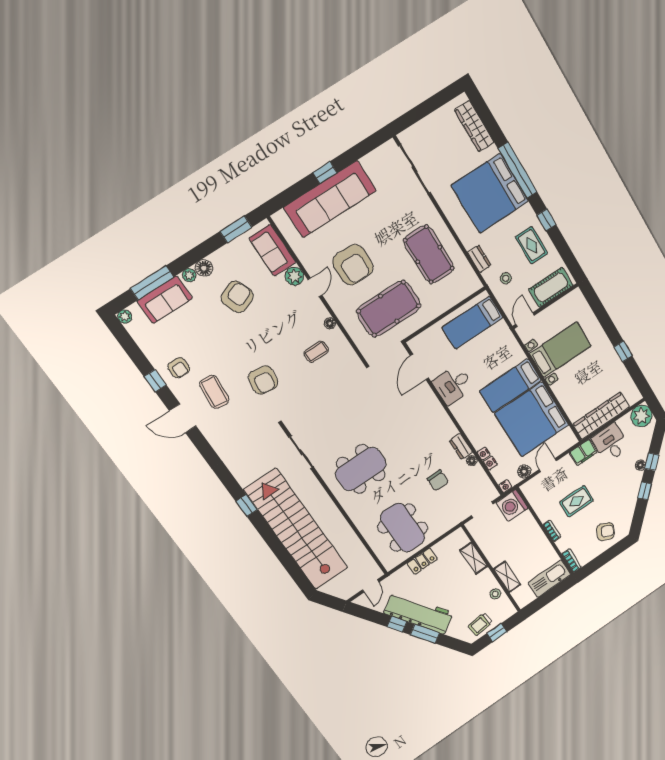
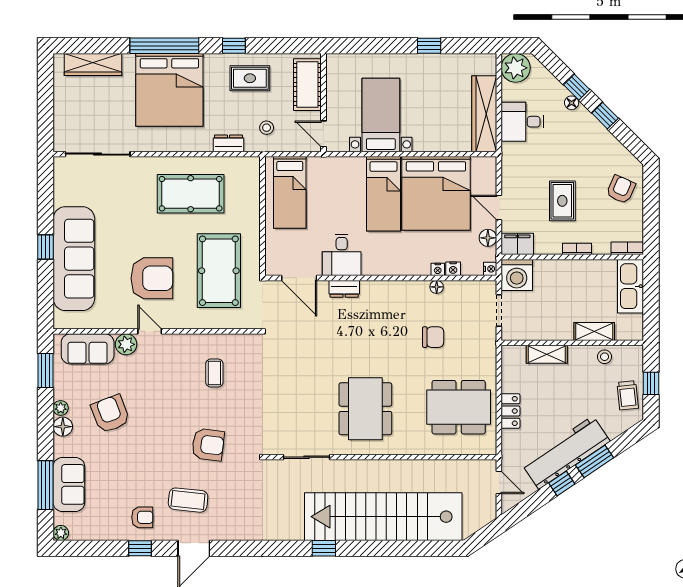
plant: (189, 275) -> (61, 408), moved
floor lamp: (330, 323) -> (195, 340), removed
dresser: (461, 446) -> (344, 289), moved
filing cabinet: (583, 452) -> (517, 244), moved, turned -90

